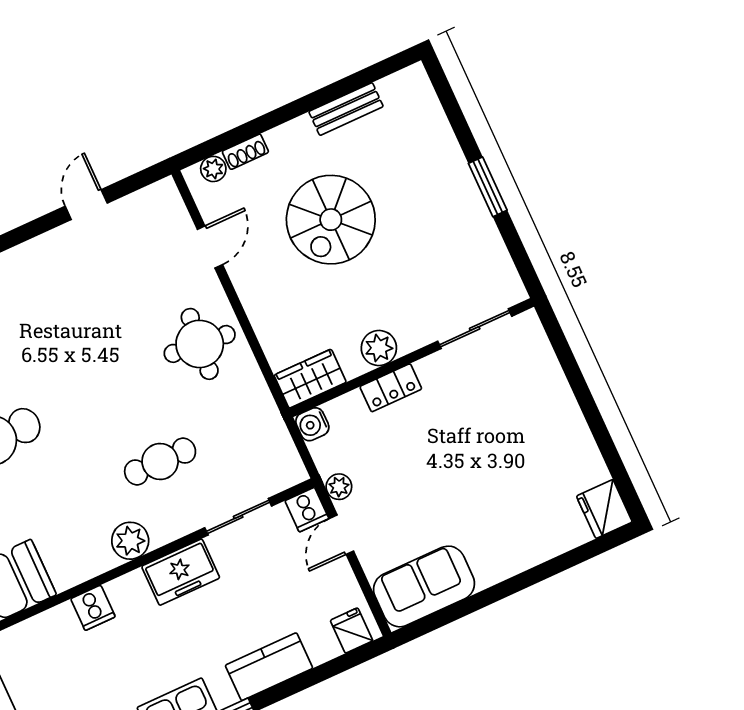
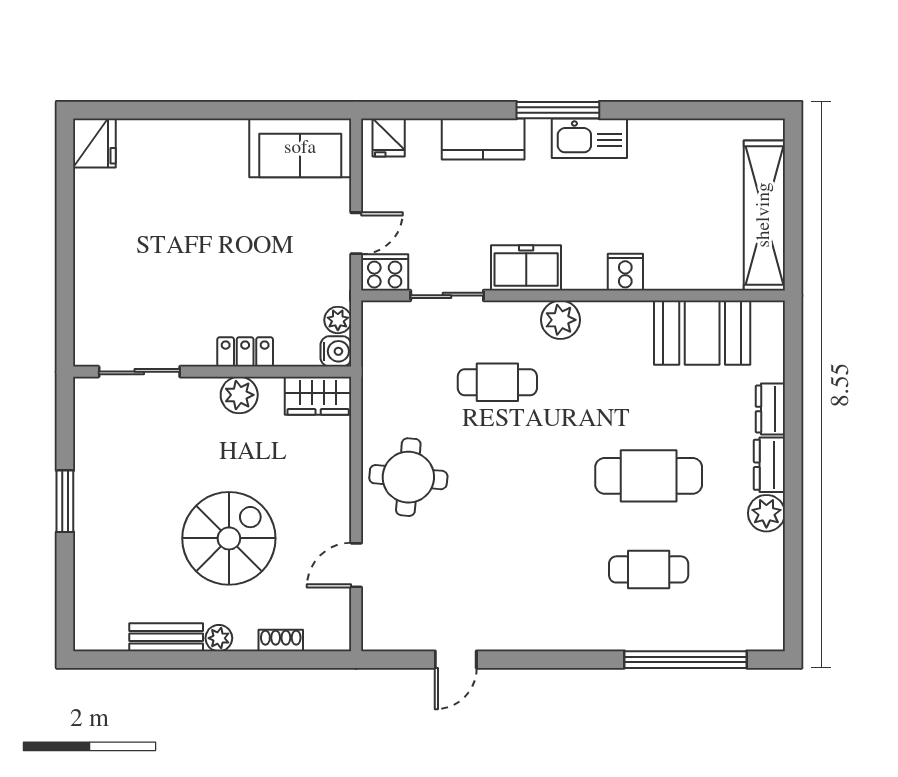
plant: (213, 169) -> (219, 638), moved
plant: (339, 487) -> (338, 320), moved
cooker: (307, 510) -> (385, 272), width x1.36

